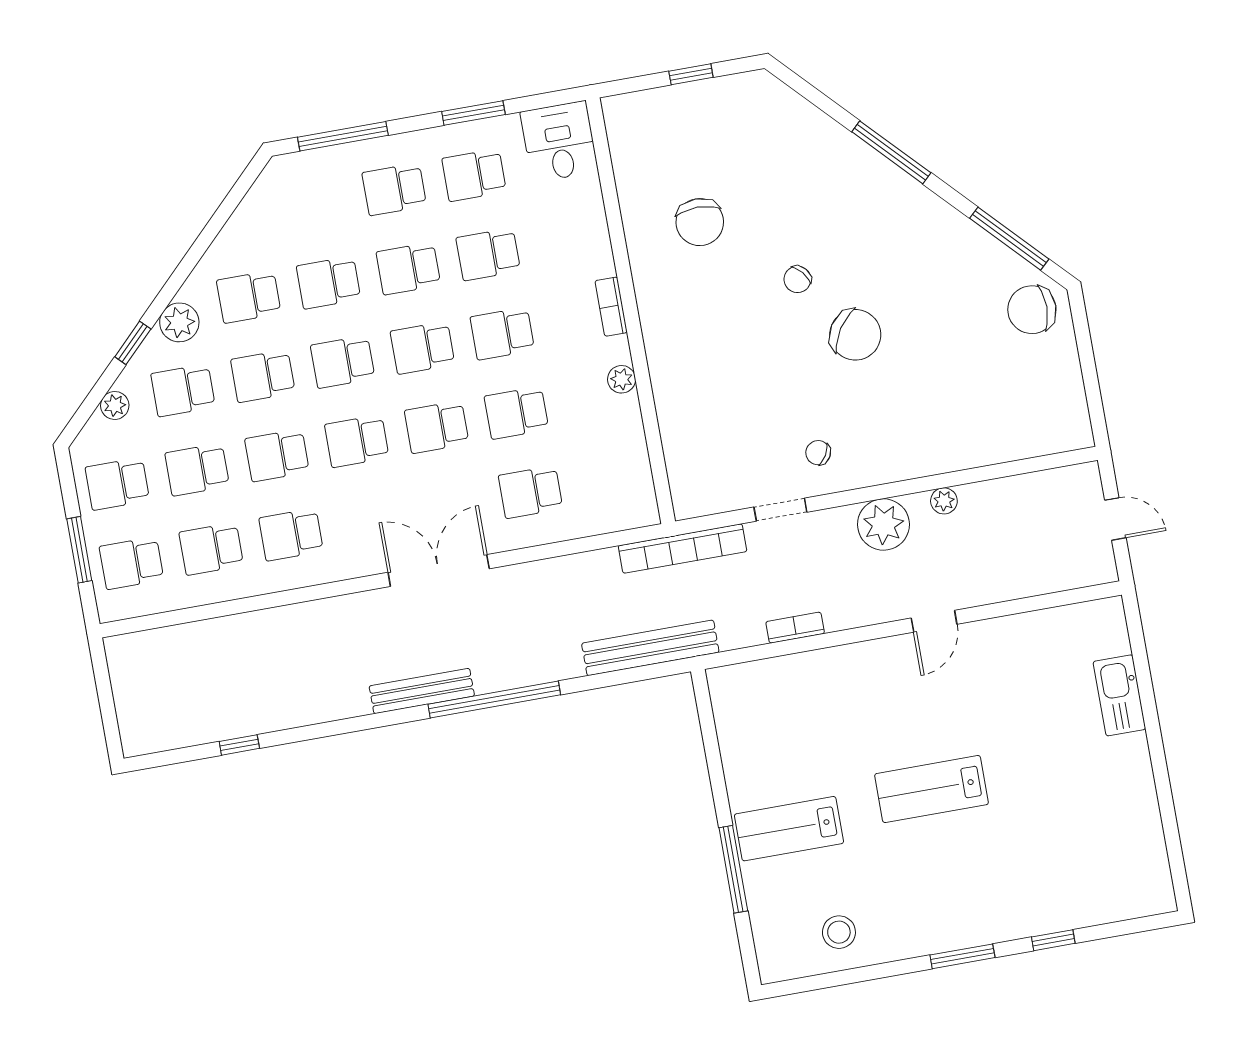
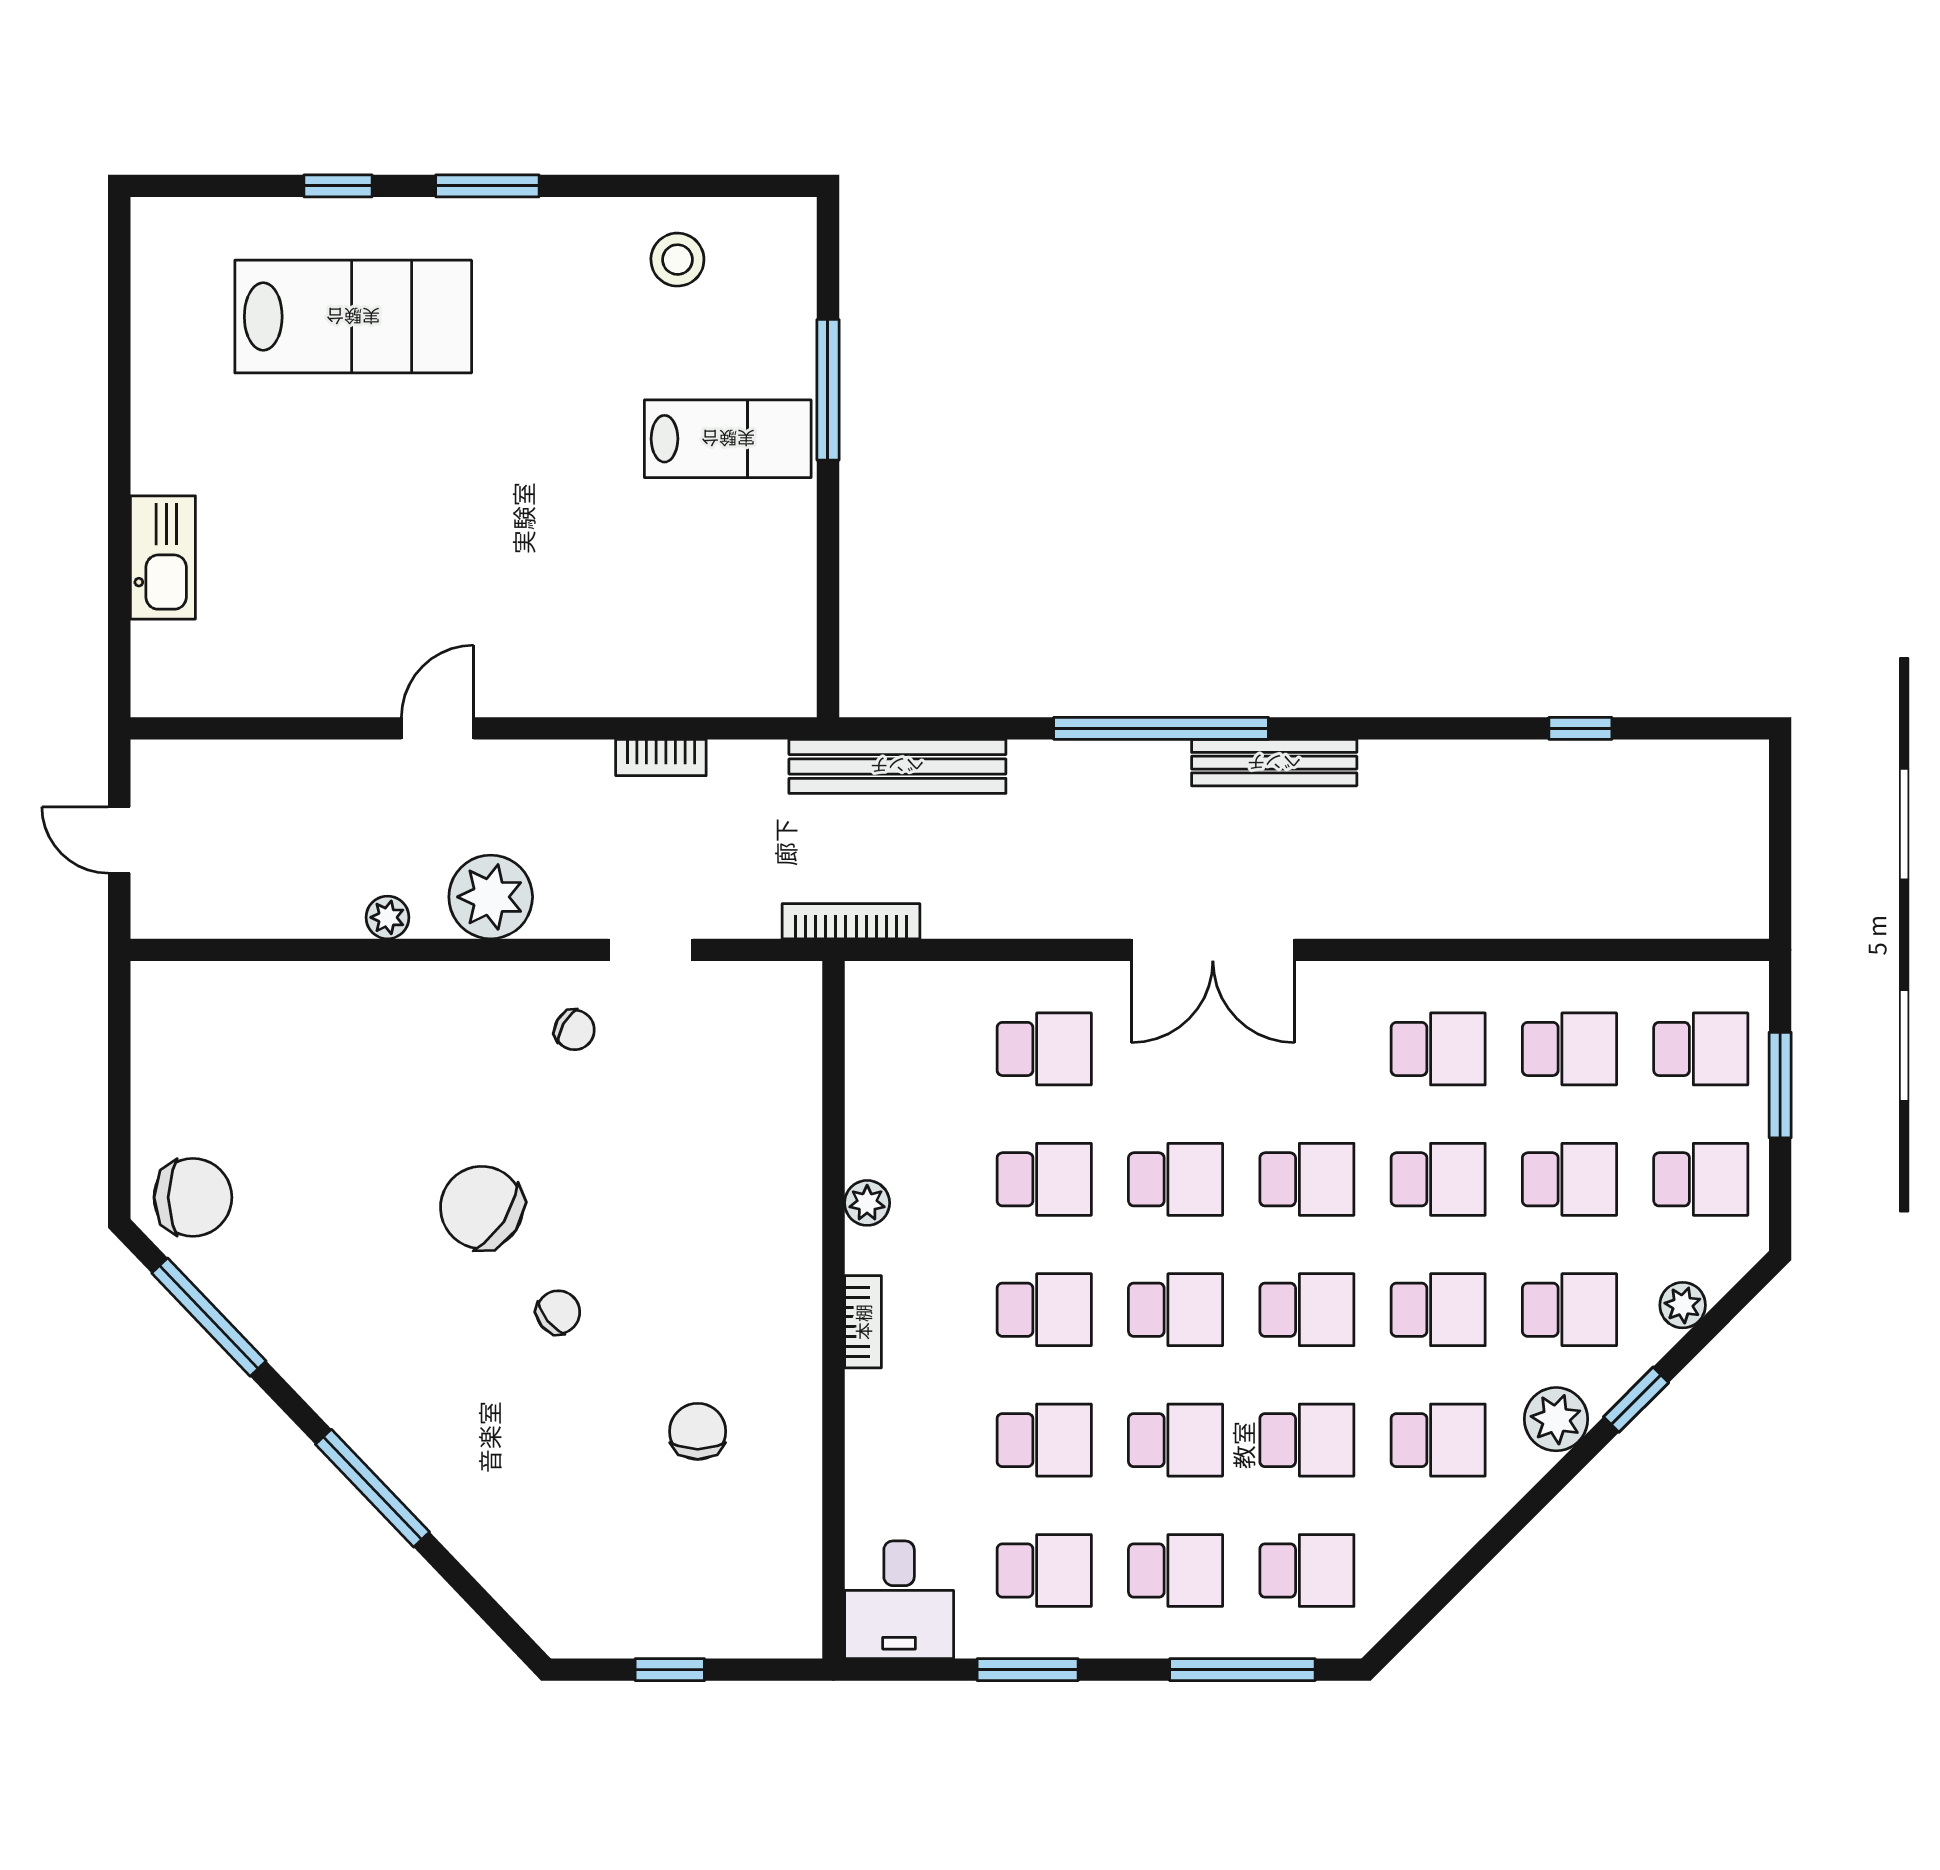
school desk: (314, 203) -> (1307, 1570), added
chair: (700, 222) -> (698, 1431), width x0.73, depth x0.73
bookcase: (683, 549) -> (851, 921), width x0.68, depth x0.76
lab bench: (932, 789) -> (353, 317), moved, width x1.36, depth x1.39

